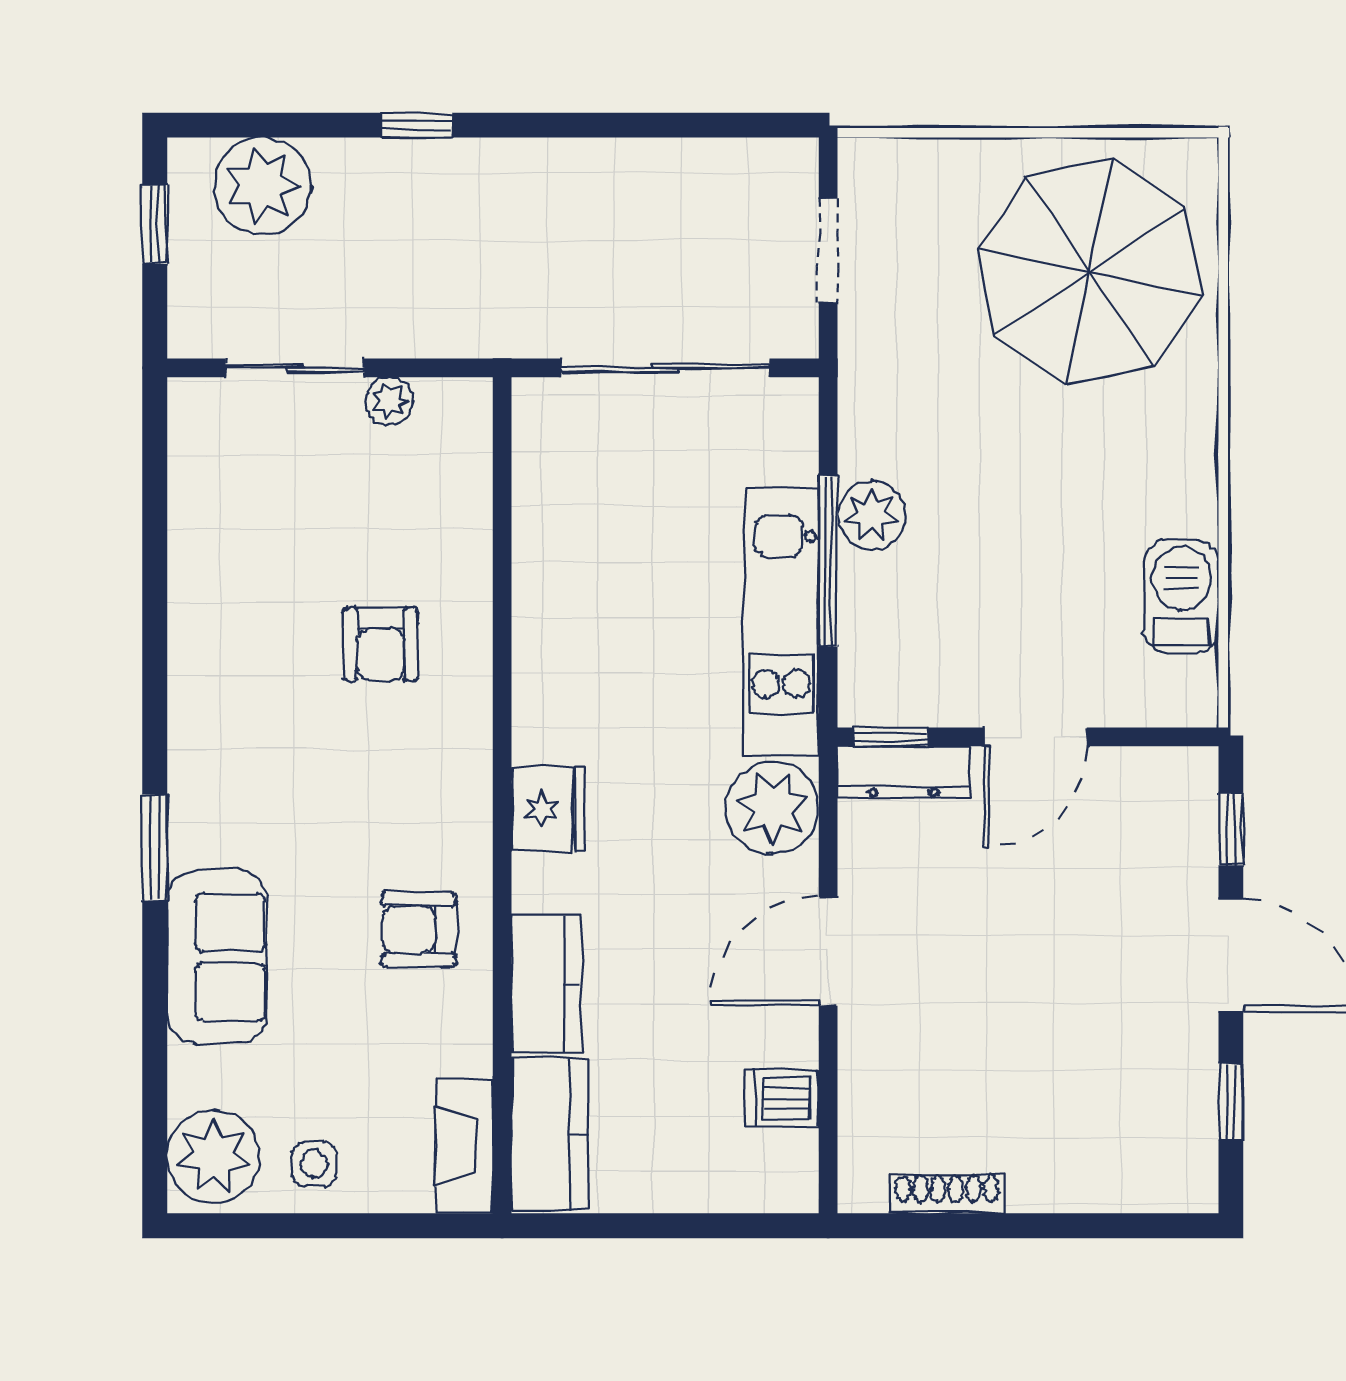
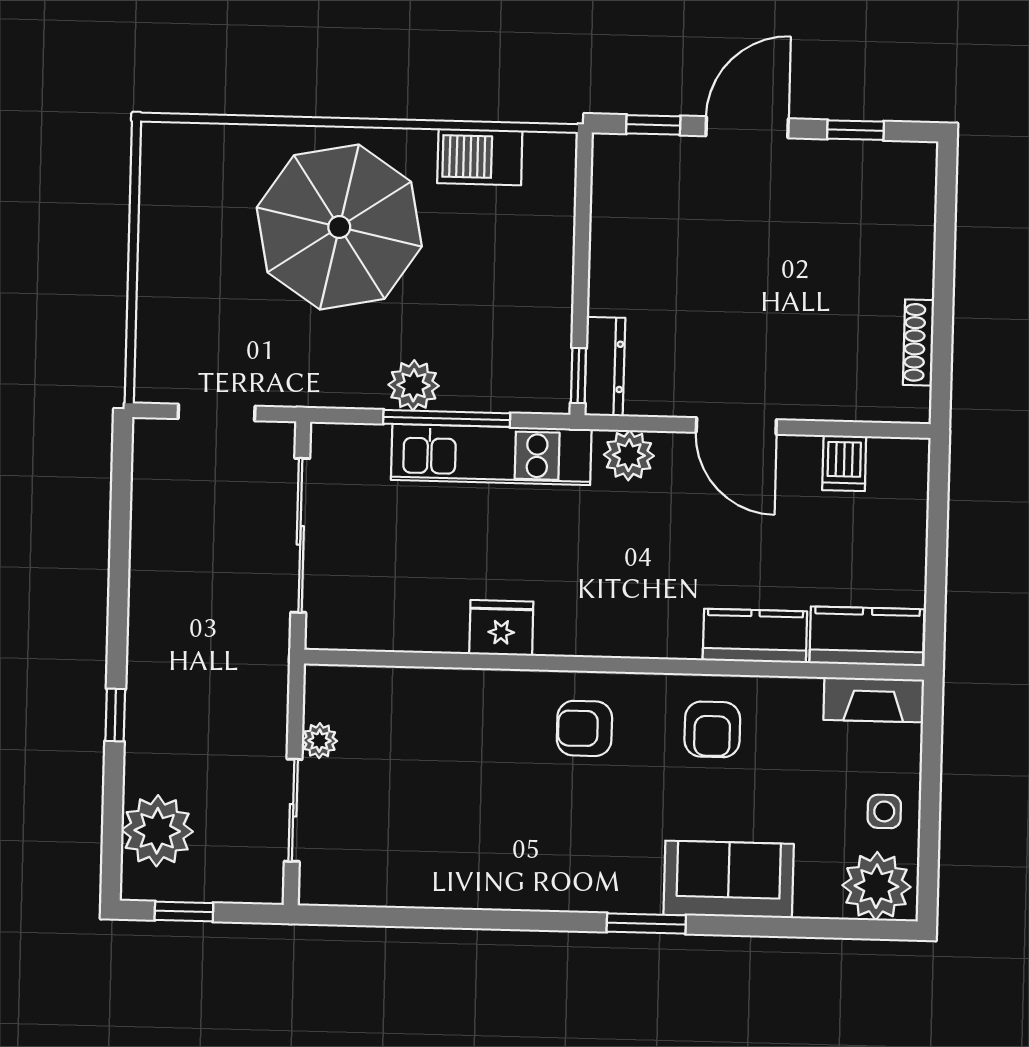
parasol: (1090, 272) -> (339, 227), moved
armchair: (381, 644) -> (584, 728), moved, turned 180
door: (1036, 737) -> (581, 268), removed
plant: (773, 808) -> (629, 455), width x0.73, depth x0.73
fridge: (548, 809) -> (501, 628), moved

